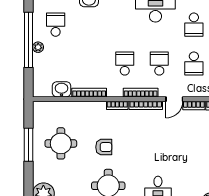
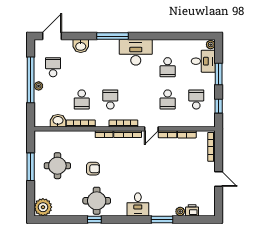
school desk: (159, 64) -> (82, 99), moved, turned 180

